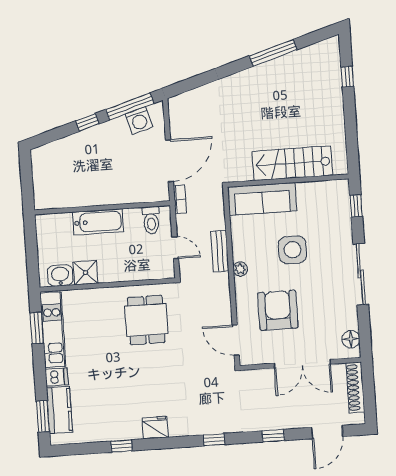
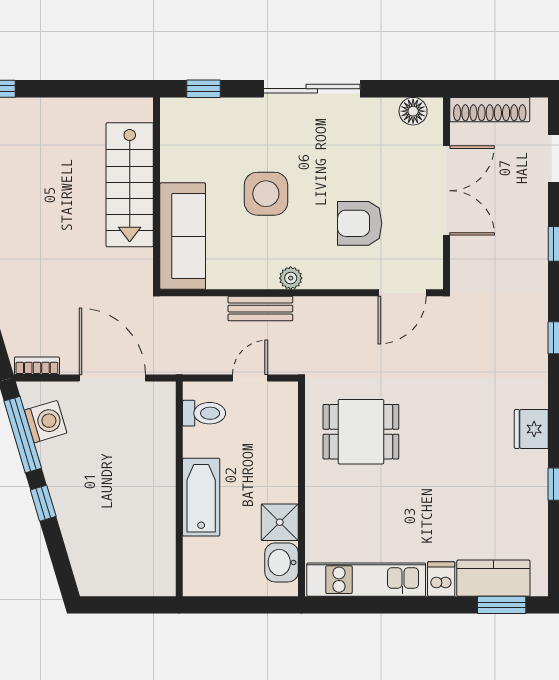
bookcase: (180, 199) -> (37, 366), moved
armchair: (278, 310) -> (360, 223), width x0.73, depth x0.73
window: (37, 328) -> (362, 605), removed

